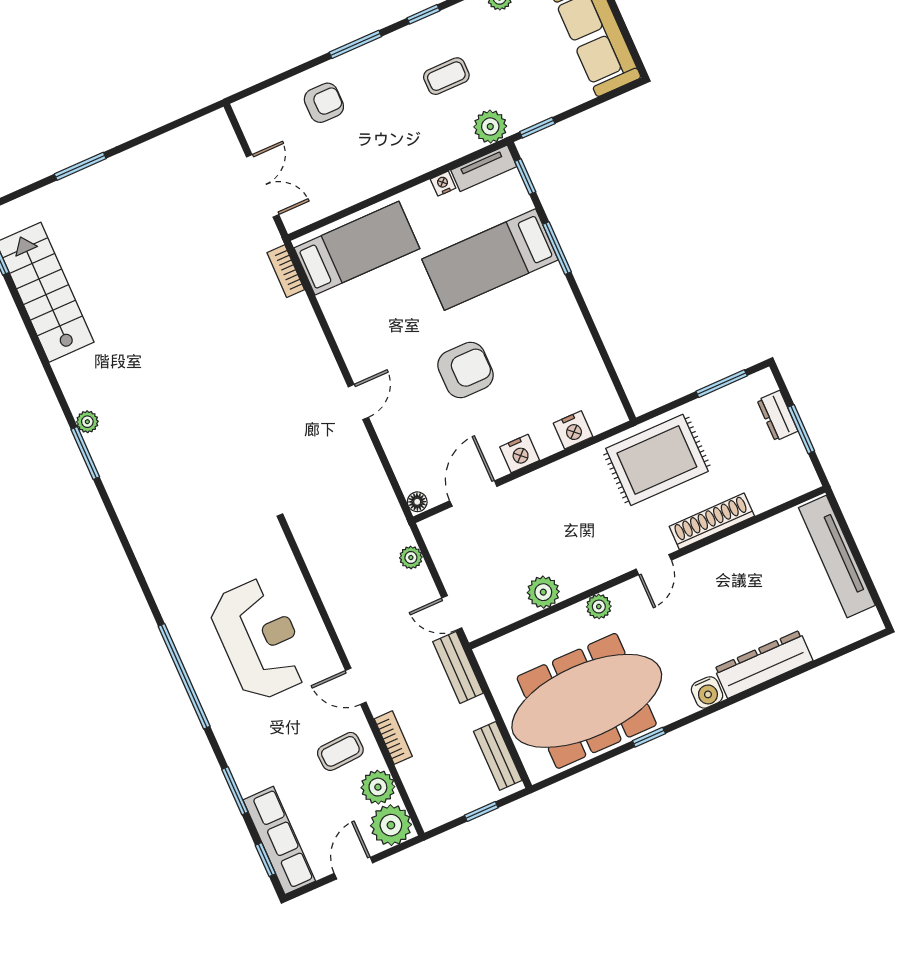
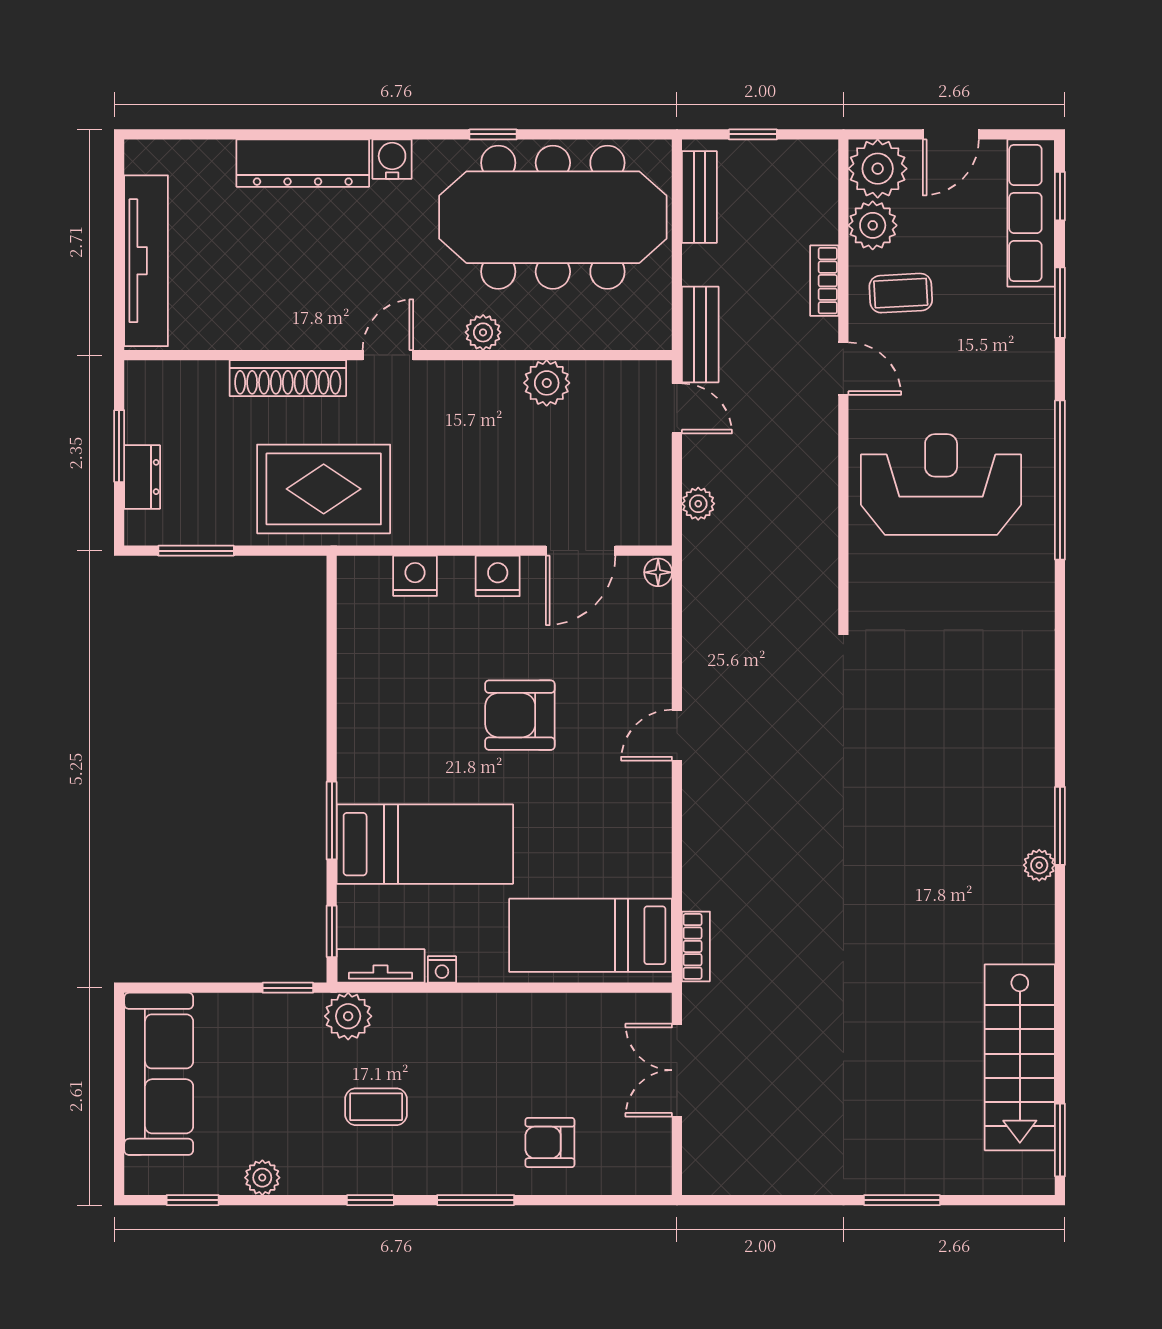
reception desk: (260, 639) -> (941, 485), turned 90

